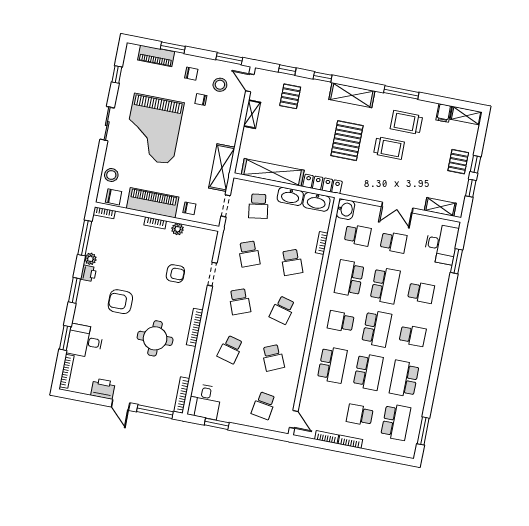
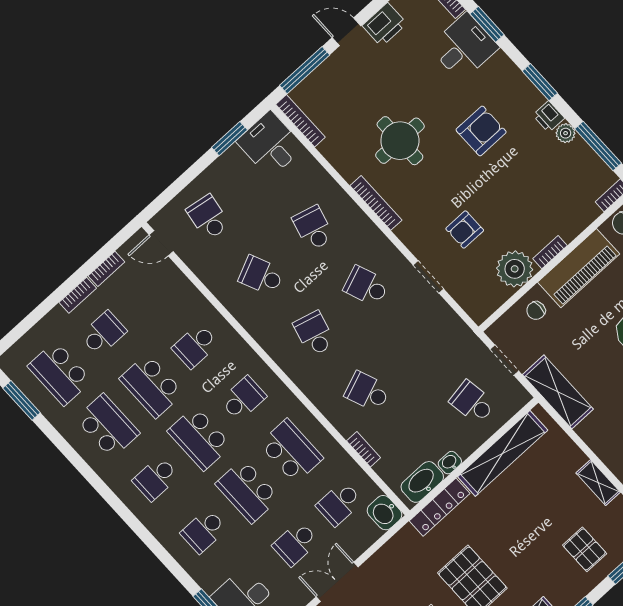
washbasin: (290, 196) -> (450, 463), width x0.52, depth x0.69
plant: (178, 229) -> (515, 269), width x1.87, depth x1.87
school desk: (249, 254) -> (419, 344), removed
school desk: (332, 365) -> (195, 346), width x0.54

